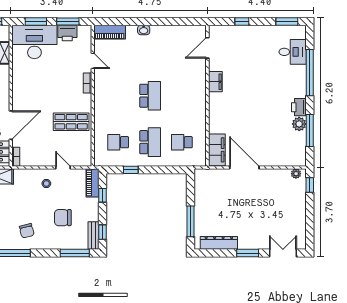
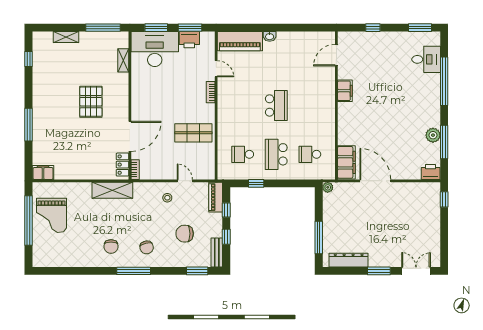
piano: (110, 32) -> (240, 41), width x1.37, depth x1.33
printer: (299, 107) -> (431, 172), moved, turned 90
school desk: (150, 142) -> (276, 154), turned 180
plant: (296, 174) -> (328, 187), moved
window: (102, 232) -> (226, 237), moved
window: (75, 253) -> (197, 271), width x0.69

